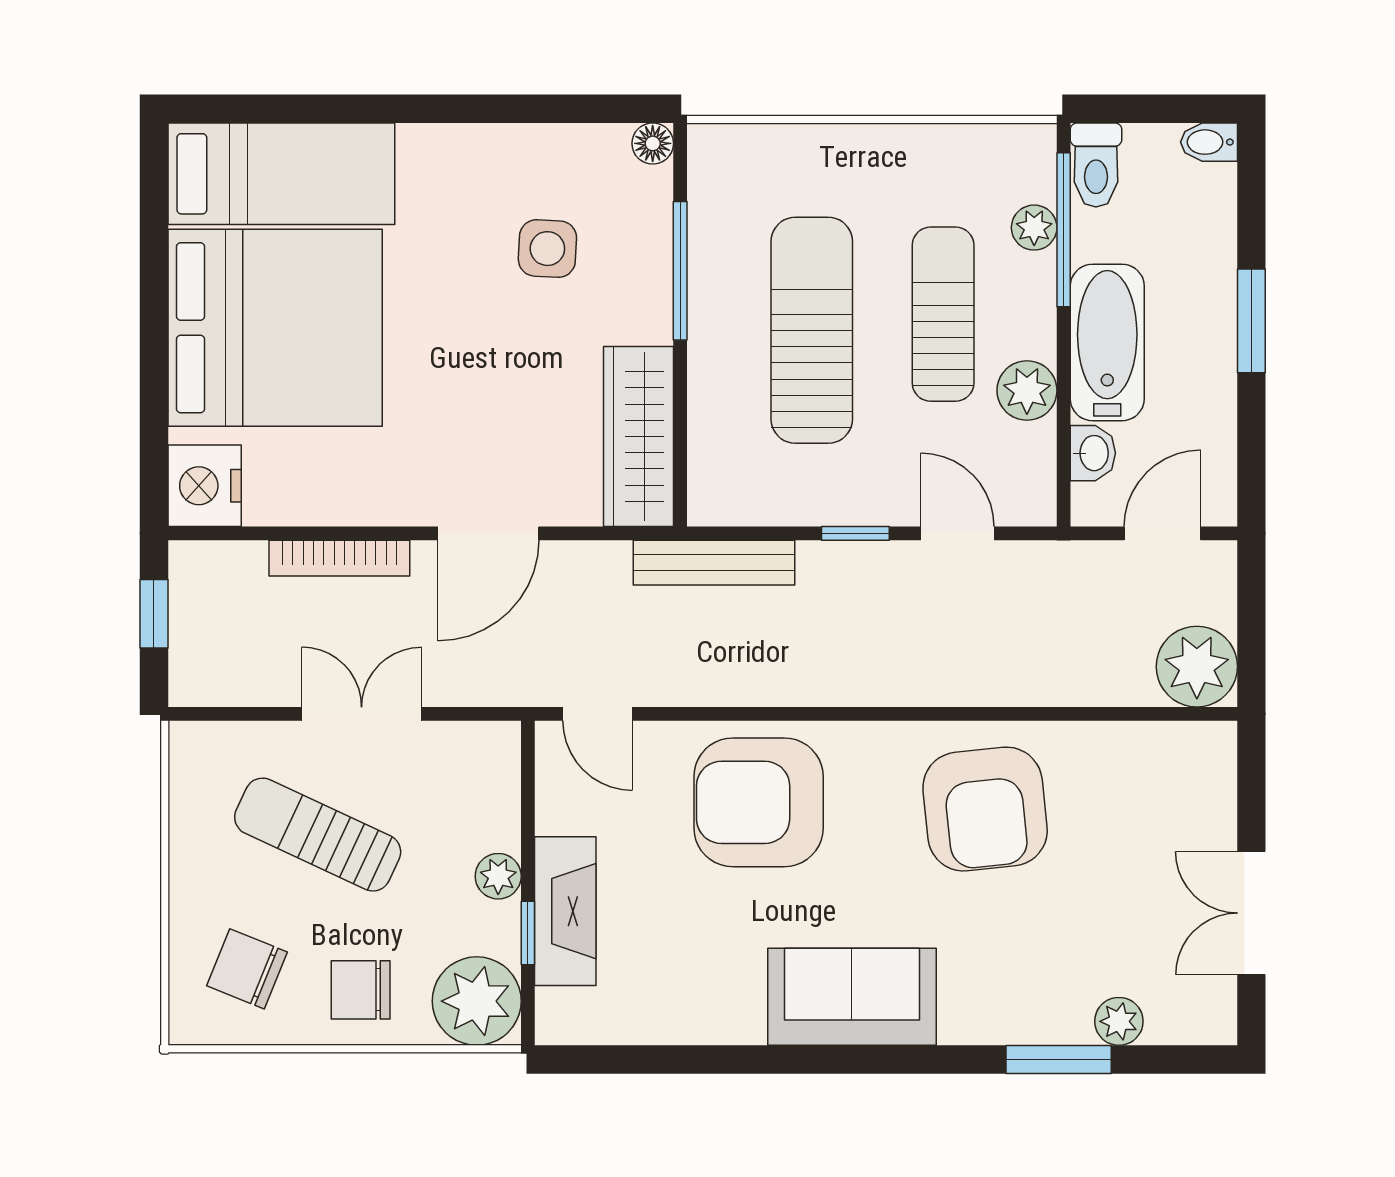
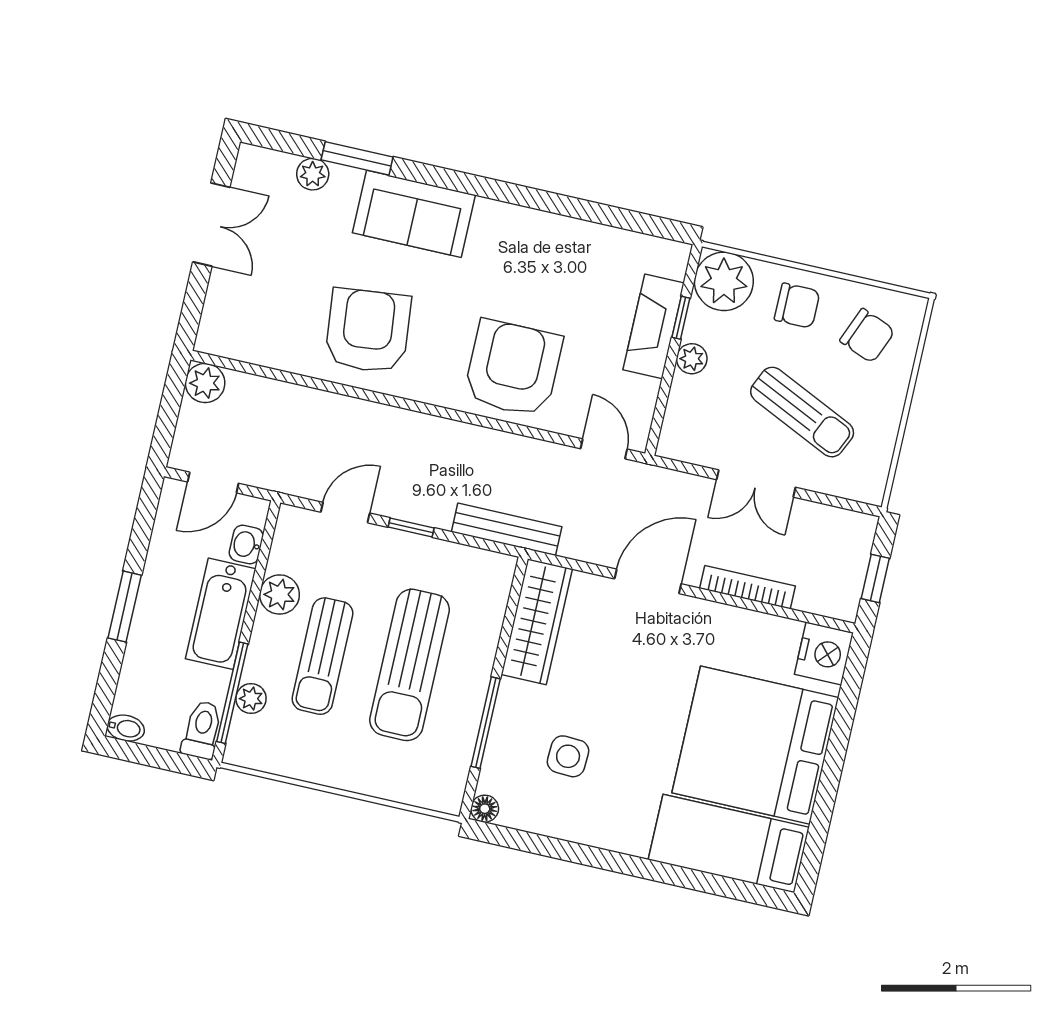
door: (957, 533) -> (345, 513), swing flipped
plant: (1197, 667) -> (205, 383), width x0.73, depth x0.73
armchair: (759, 802) -> (513, 368), turned -90
sofa: (852, 997) -> (414, 214), moved

